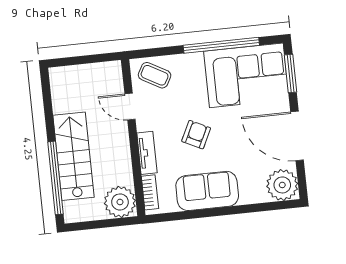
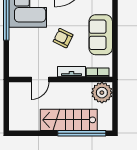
coffee table: (155, 75) -> (21, 61), removed

